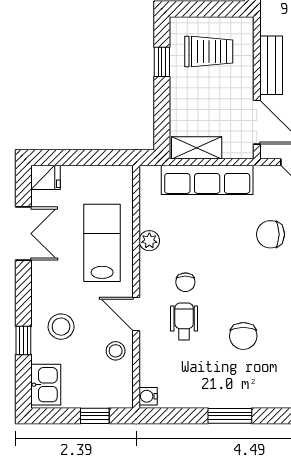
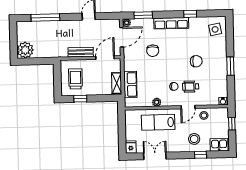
row of seats: (207, 180) -> (130, 85), width x0.68

